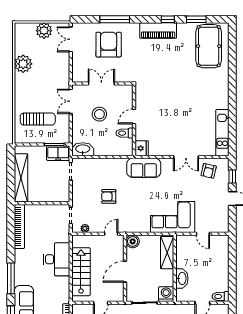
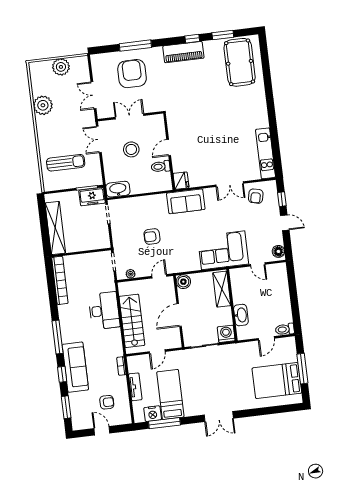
double door: (71, 39) -> (93, 95), moved
floor lamp: (223, 224) -> (278, 251), added

